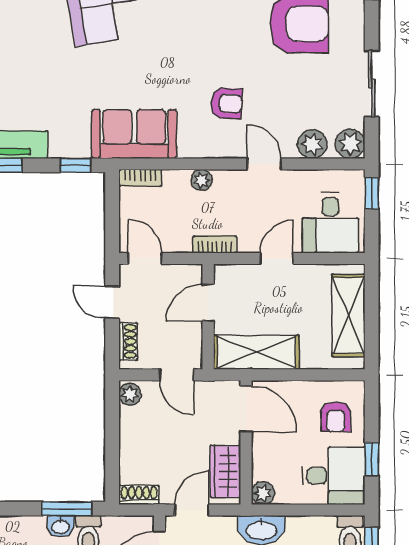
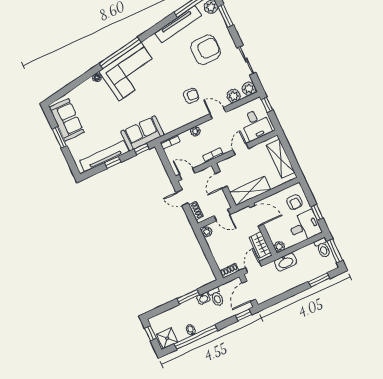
sofa: (134, 134) -> (142, 133), moved
window: (67, 509) -> (188, 297), moved

